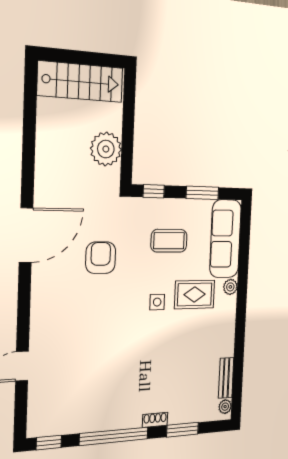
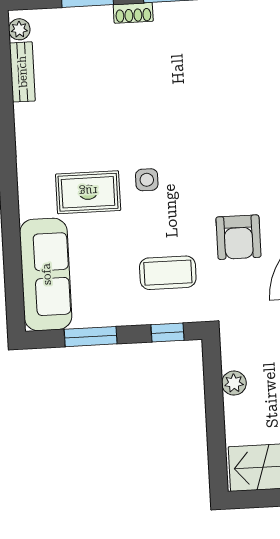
plant: (106, 149) -> (234, 383), width x0.53, depth x0.53
coffee table: (169, 241) -> (168, 273), moved
plant: (230, 287) -> (30, 205), removed

